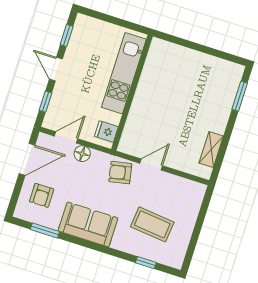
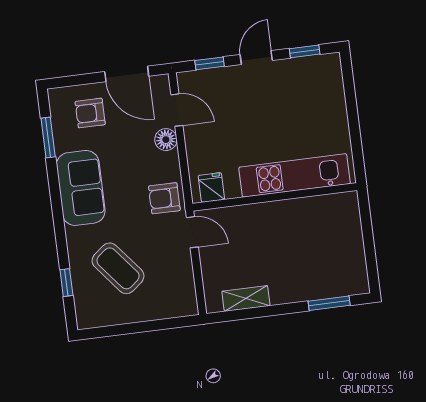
kitchen unit: (124, 73) -> (295, 175), moved
wall: (132, 93) -> (275, 197), moved
fridge: (106, 132) -> (211, 187), moved
armchair: (120, 173) -> (164, 198), turned -79
coffee table: (152, 224) -> (118, 268), turned -45

